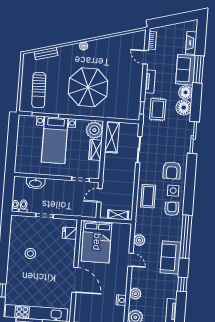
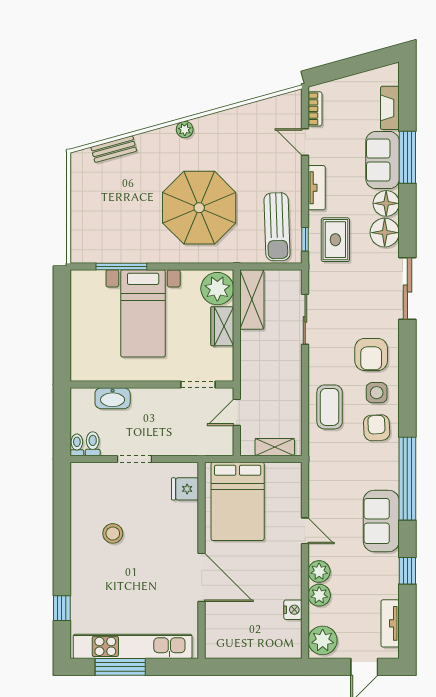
sun lounger: (39, 90) -> (277, 227), moved
plant: (139, 240) -> (319, 571), moved

